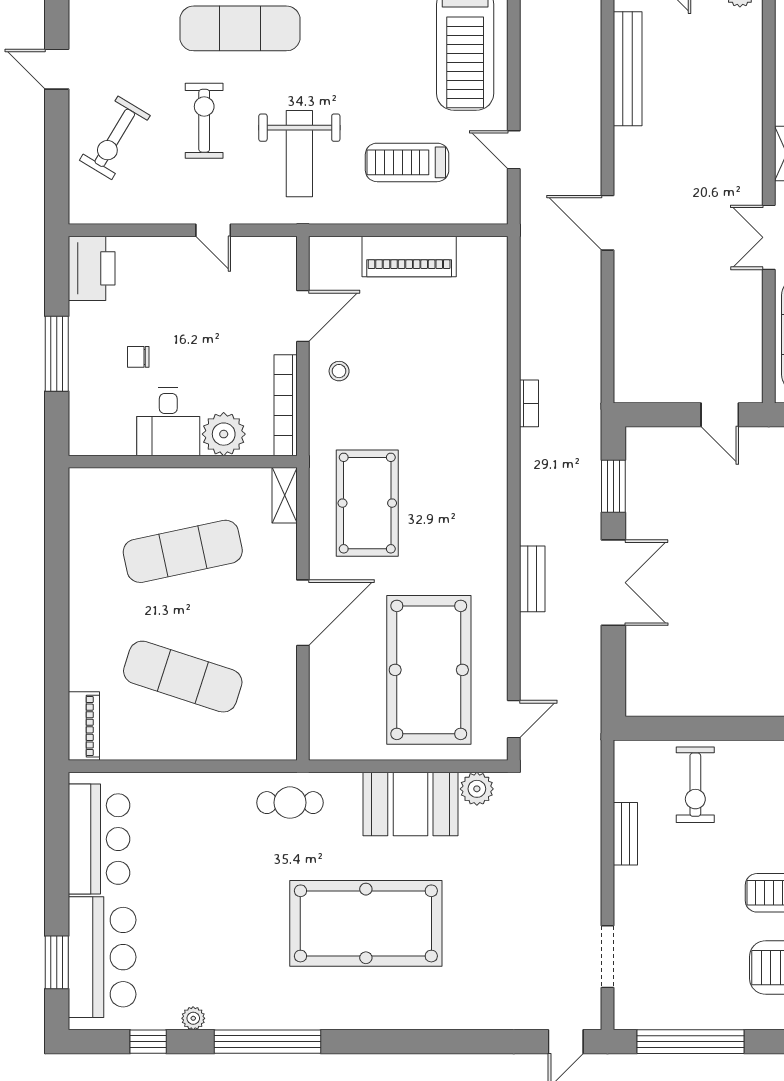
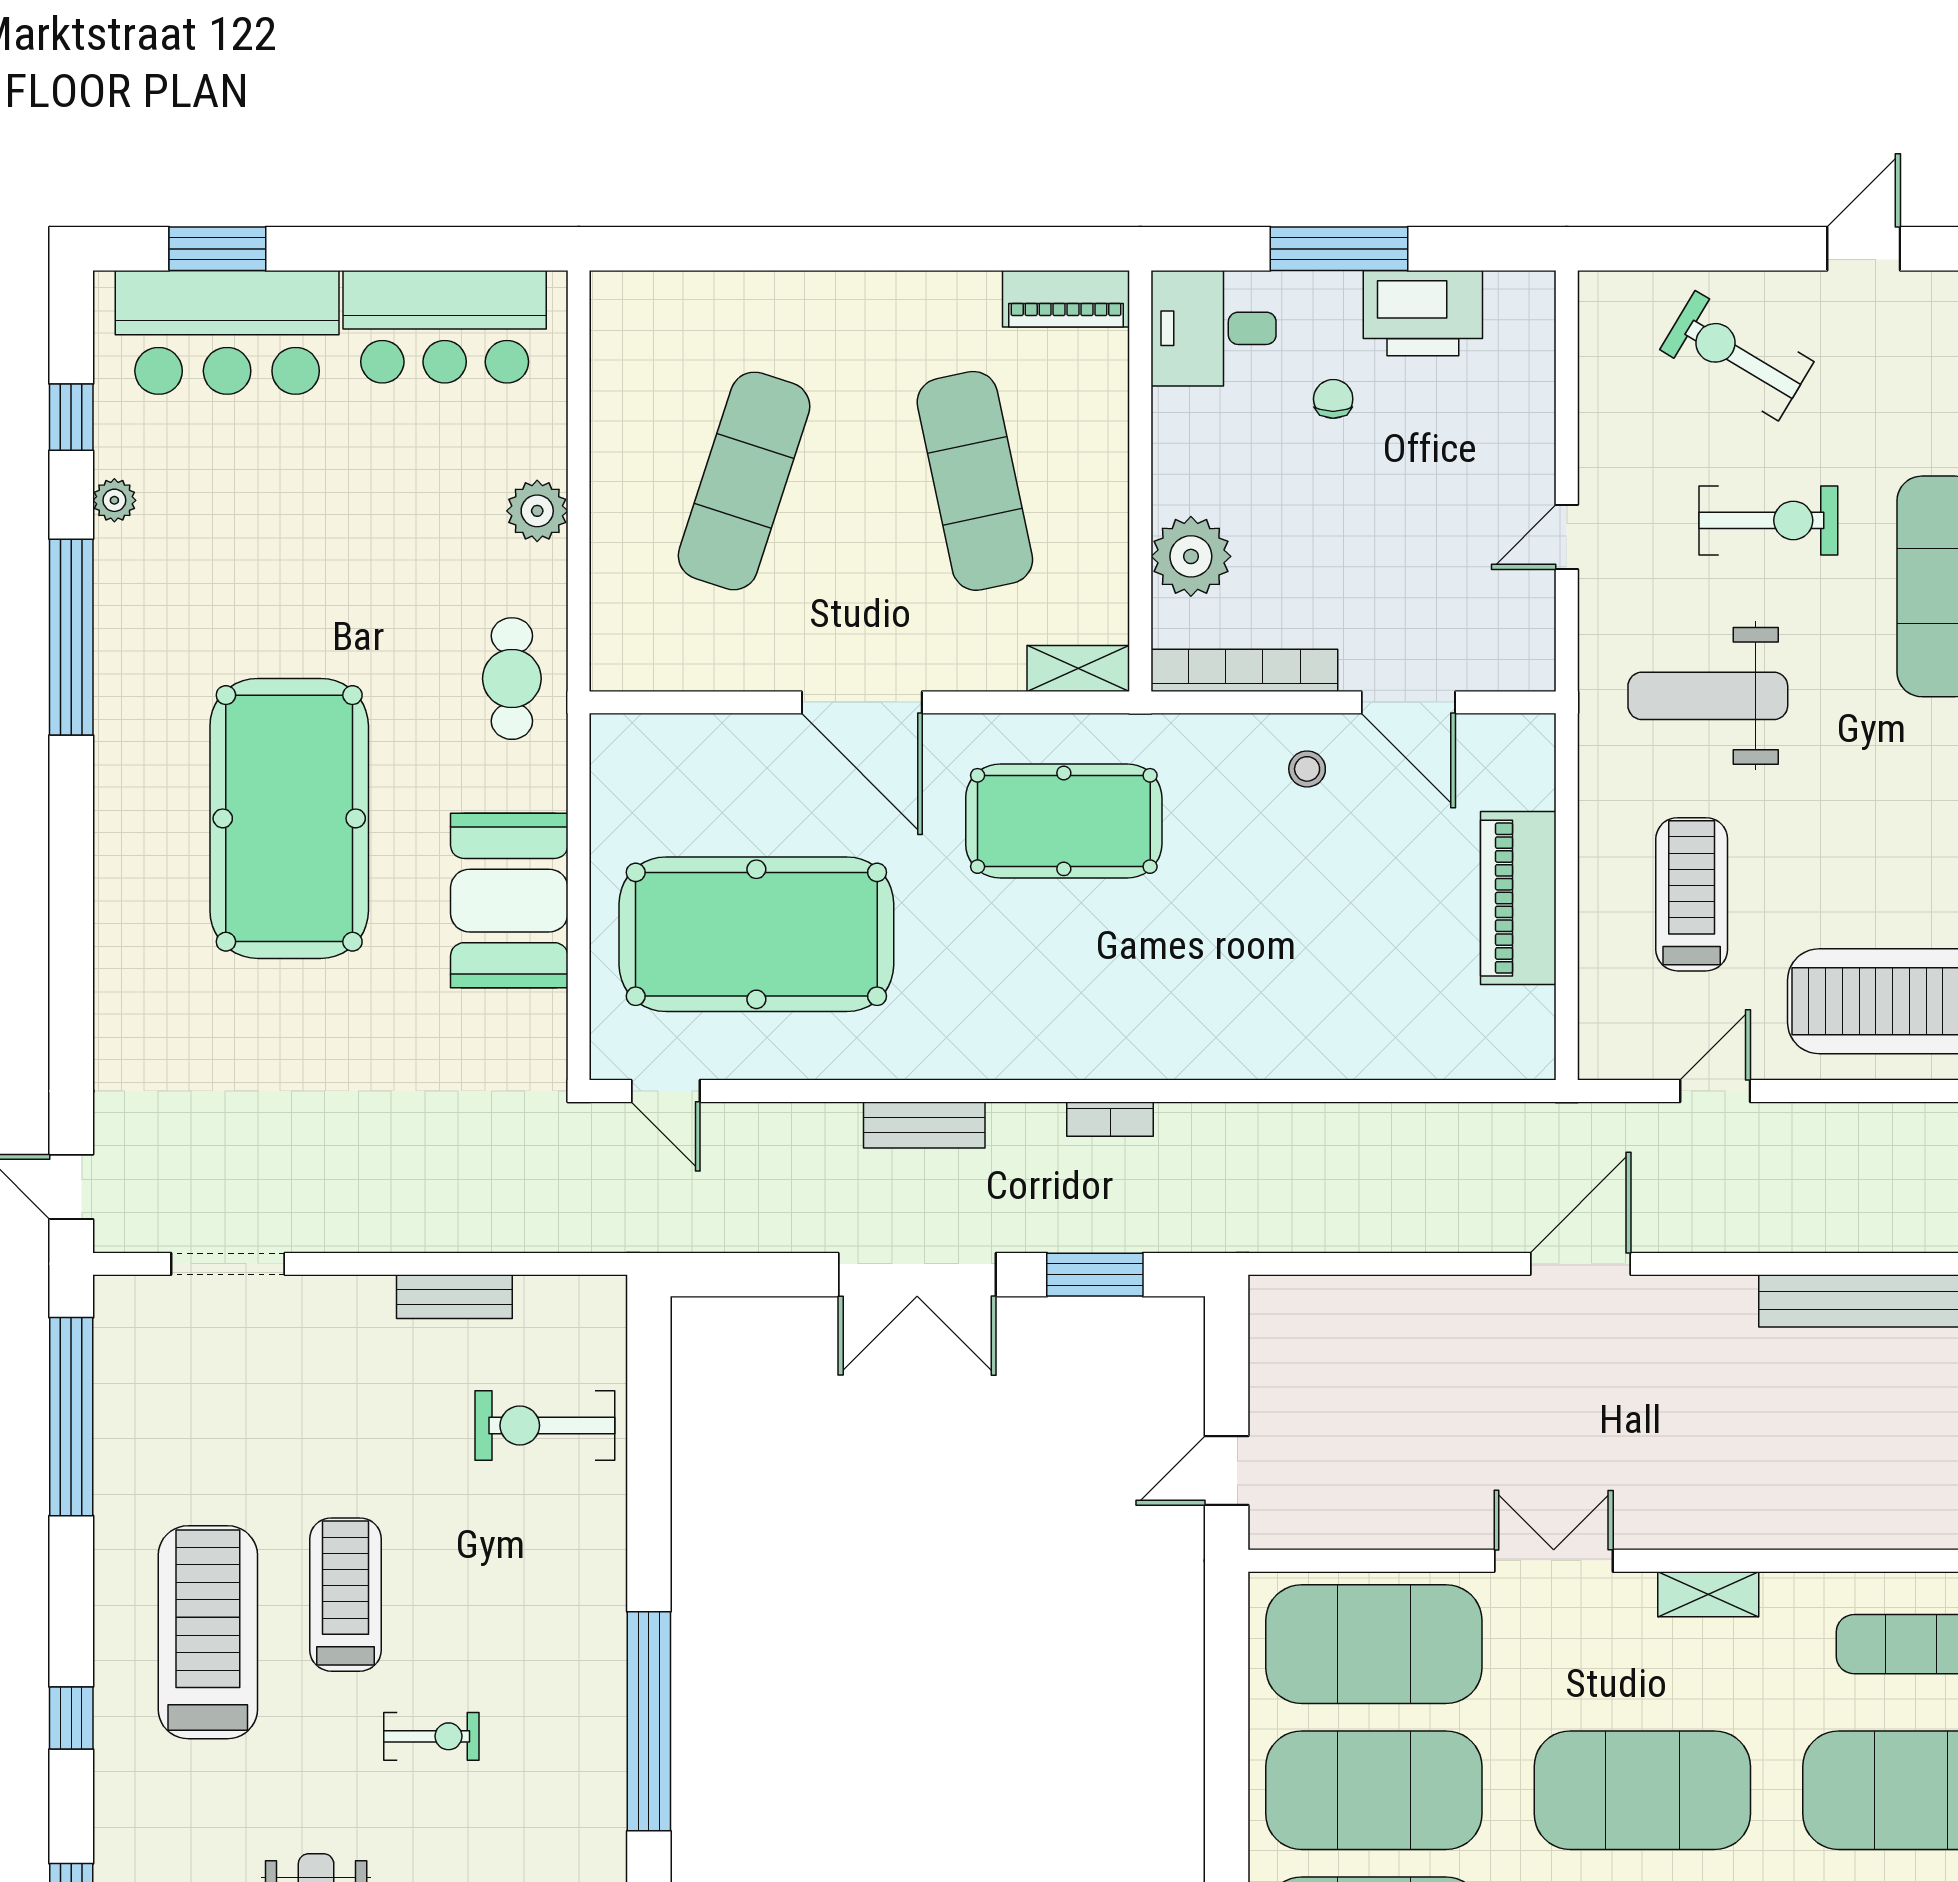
printer: (92, 268) -> (1423, 313), moved
bookcase: (529, 403) -> (1110, 1119), moved
desk: (168, 422) -> (1213, 328), moved
piano: (84, 726) -> (1066, 299), moved
plant: (477, 789) -> (537, 511), moved

